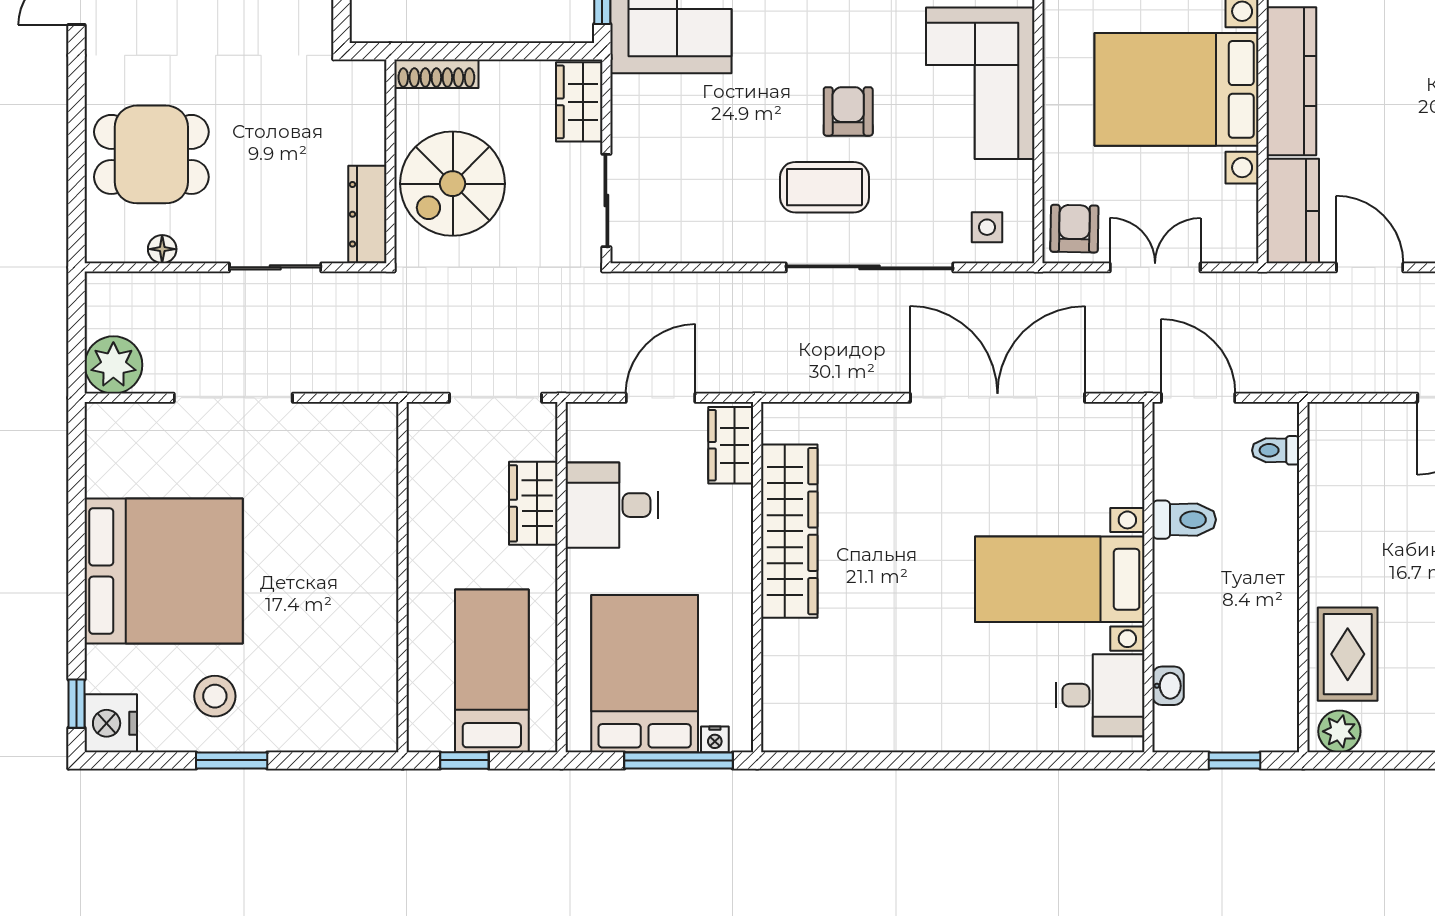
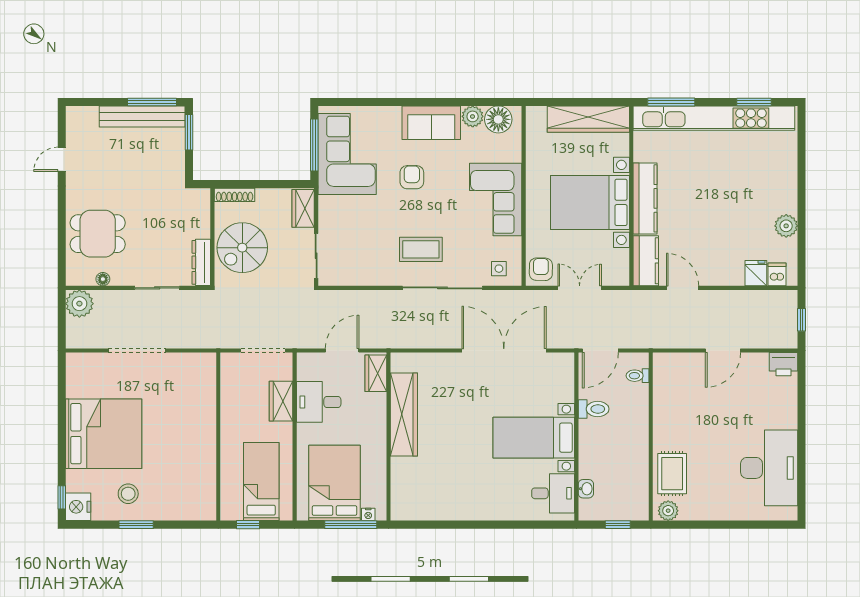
armchair: (848, 111) -> (412, 177), moved
plant: (113, 365) -> (79, 304), moved
door: (1198, 398) -> (600, 350), swing flipped

